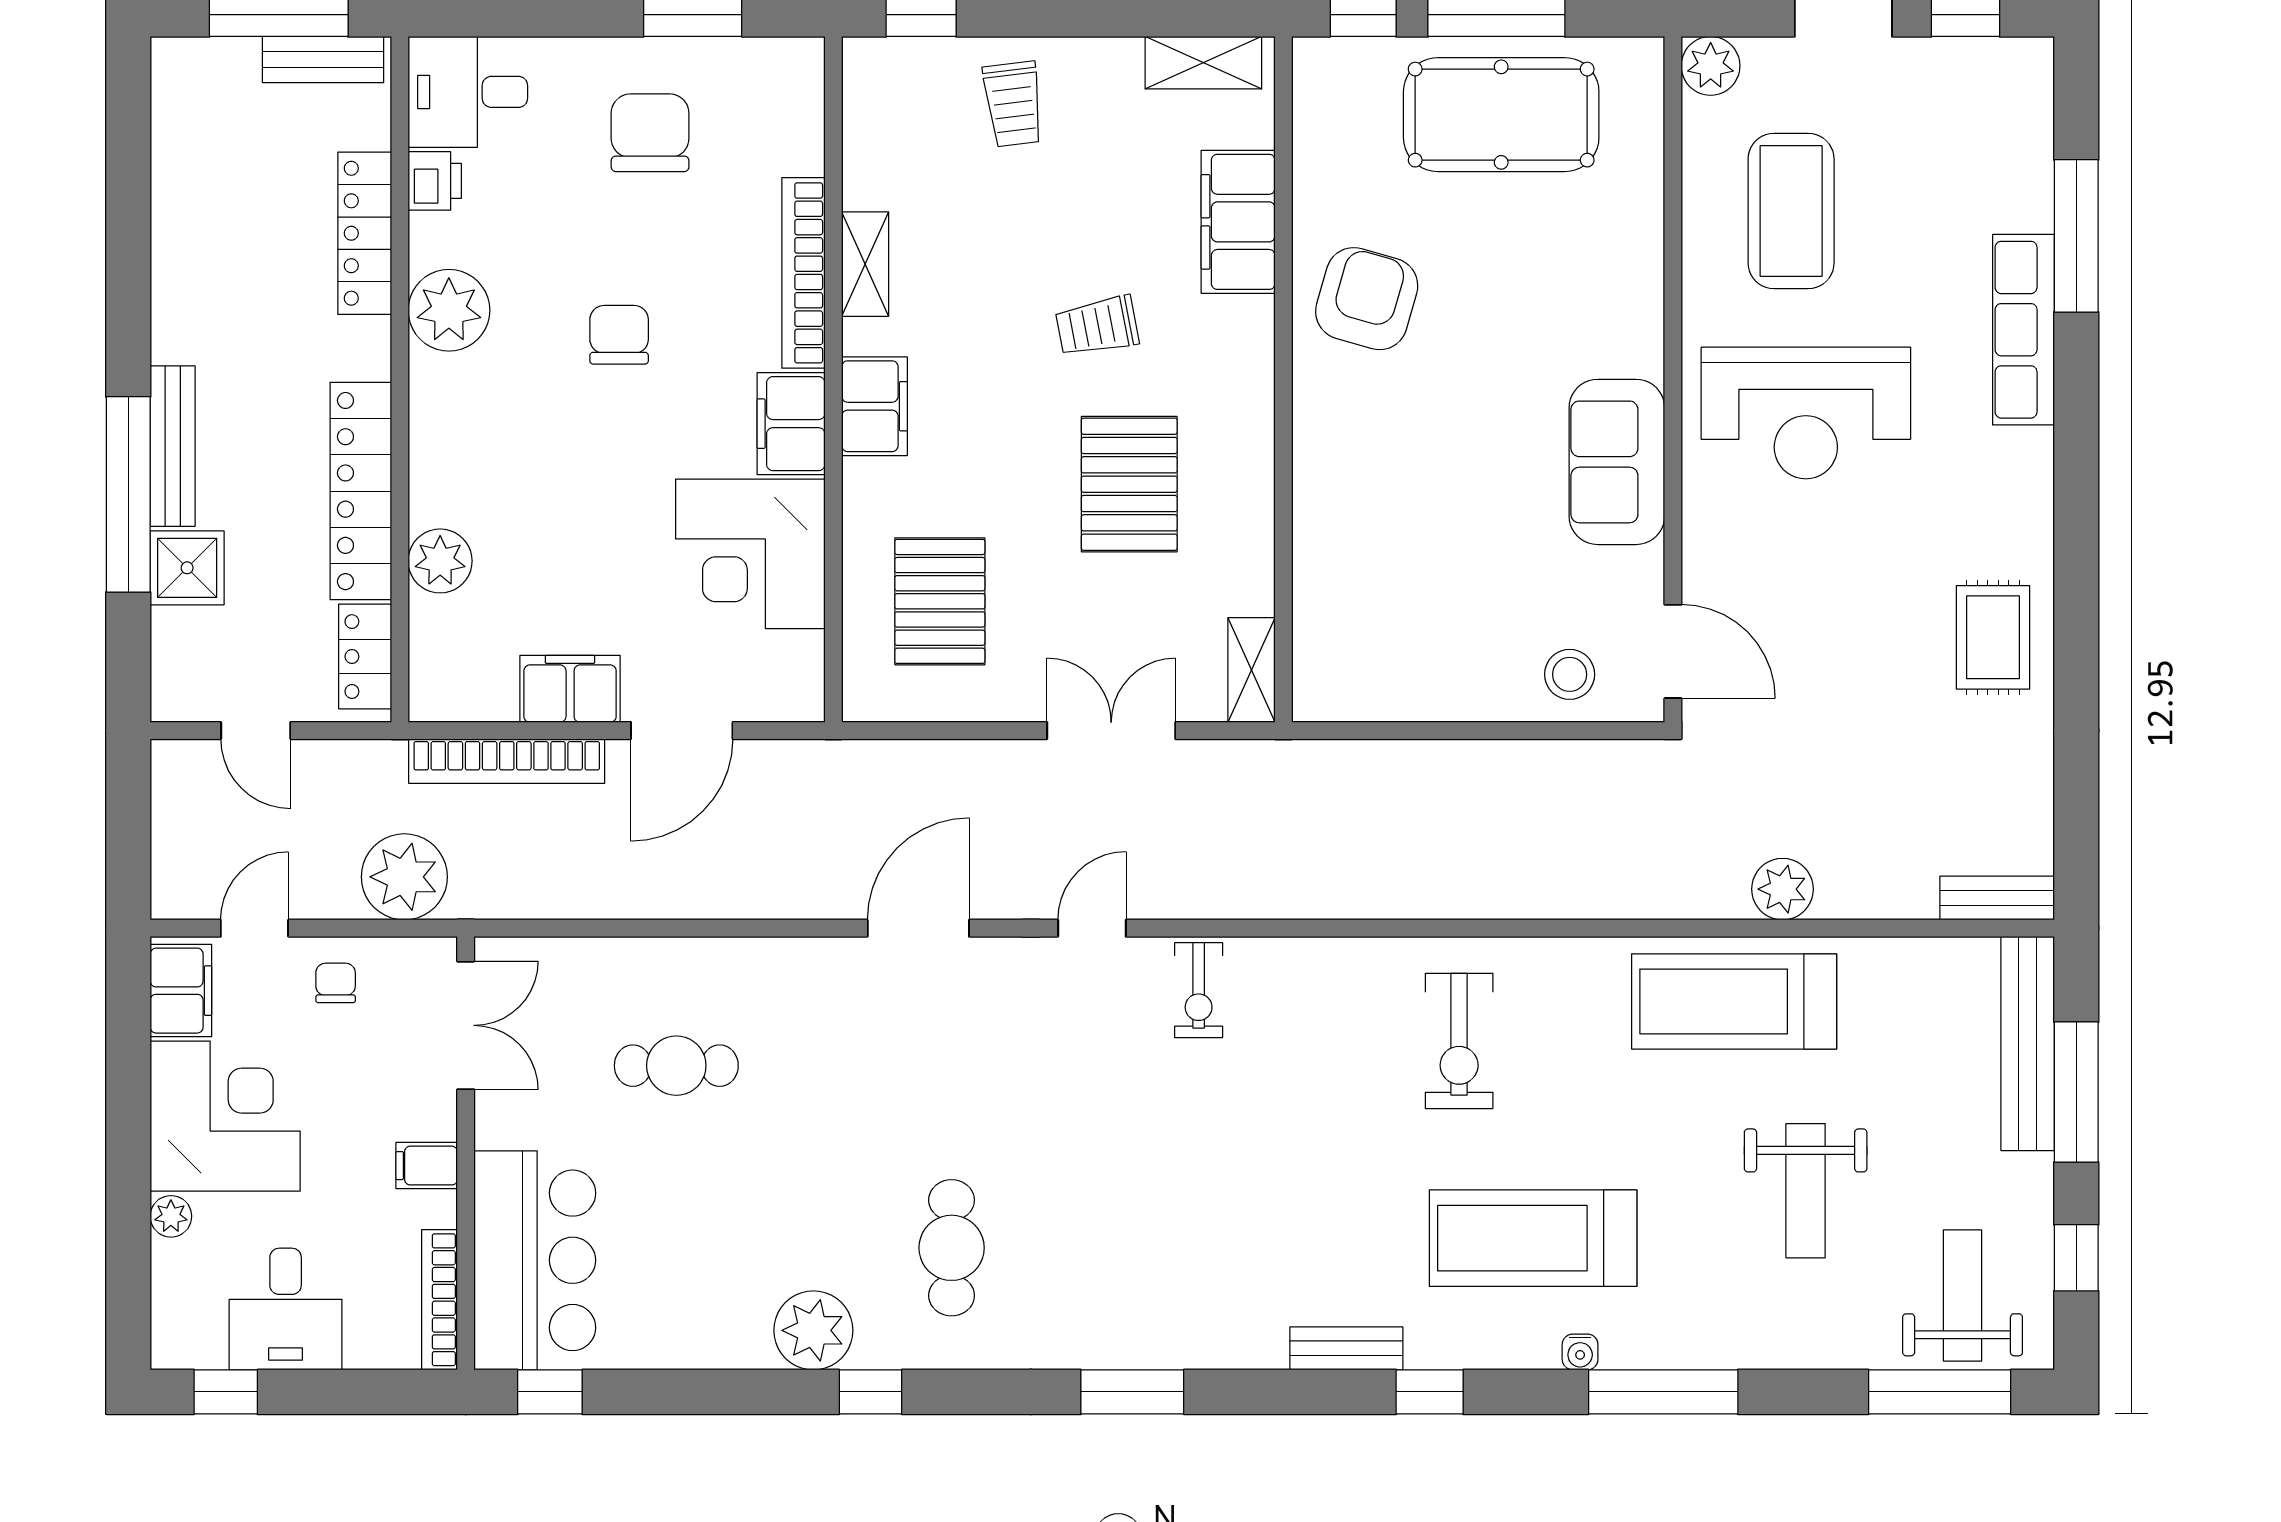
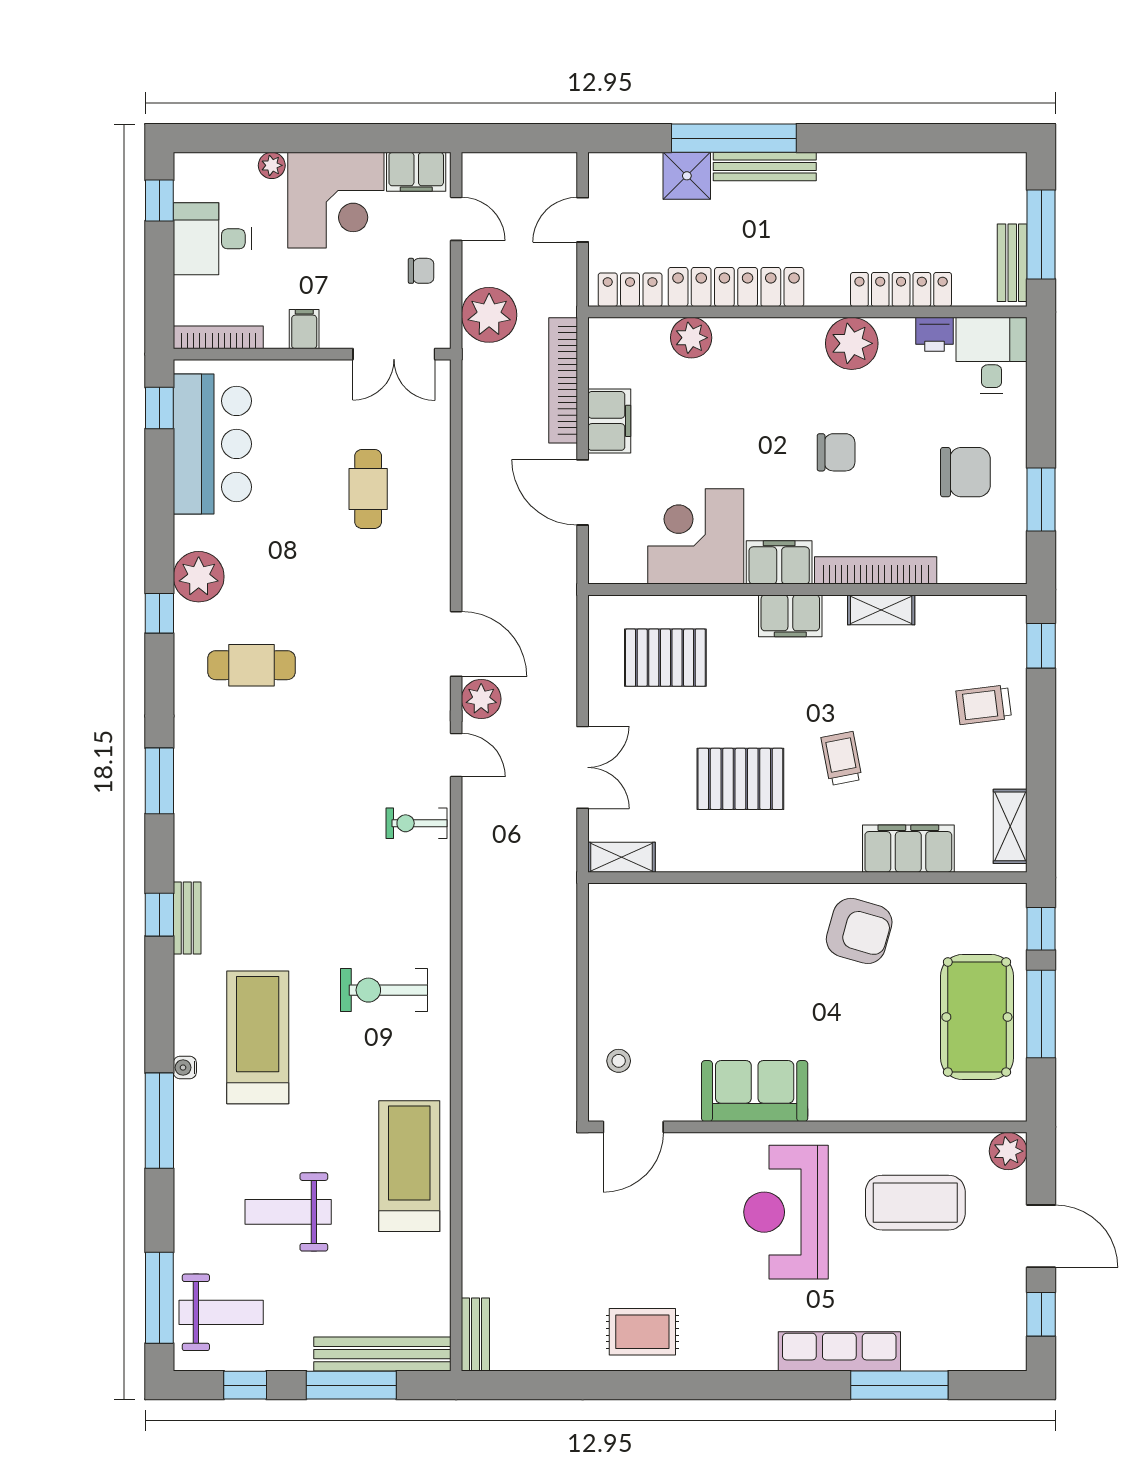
stool: (1570, 674) -> (619, 1061), width x0.73, depth x0.73
plant: (1783, 889) -> (481, 699), moved
bar counter: (535, 1260) -> (212, 444), moved, turned -90
window: (1430, 1392) -> (159, 915), moved

